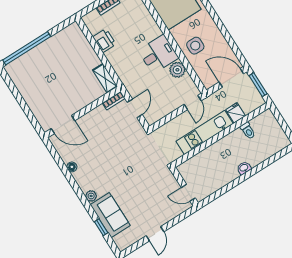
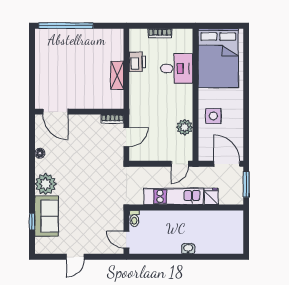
desk: (158, 54) -> (177, 68), moved
shelving: (105, 78) -> (117, 75), moved
toilet: (248, 131) -> (134, 218), moved
plant: (91, 196) -> (46, 184), width x1.87, depth x1.87

